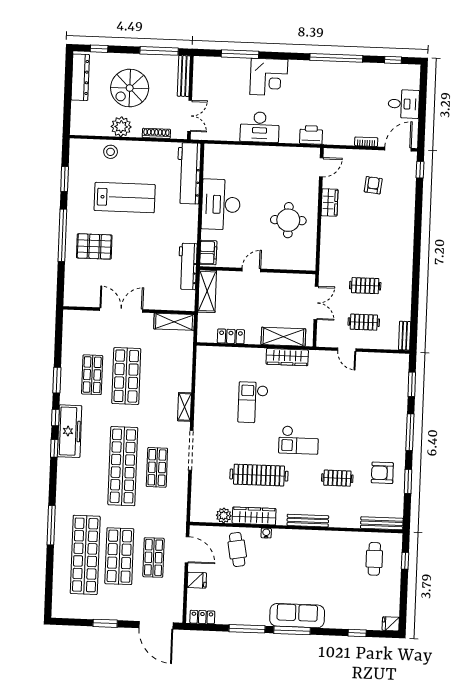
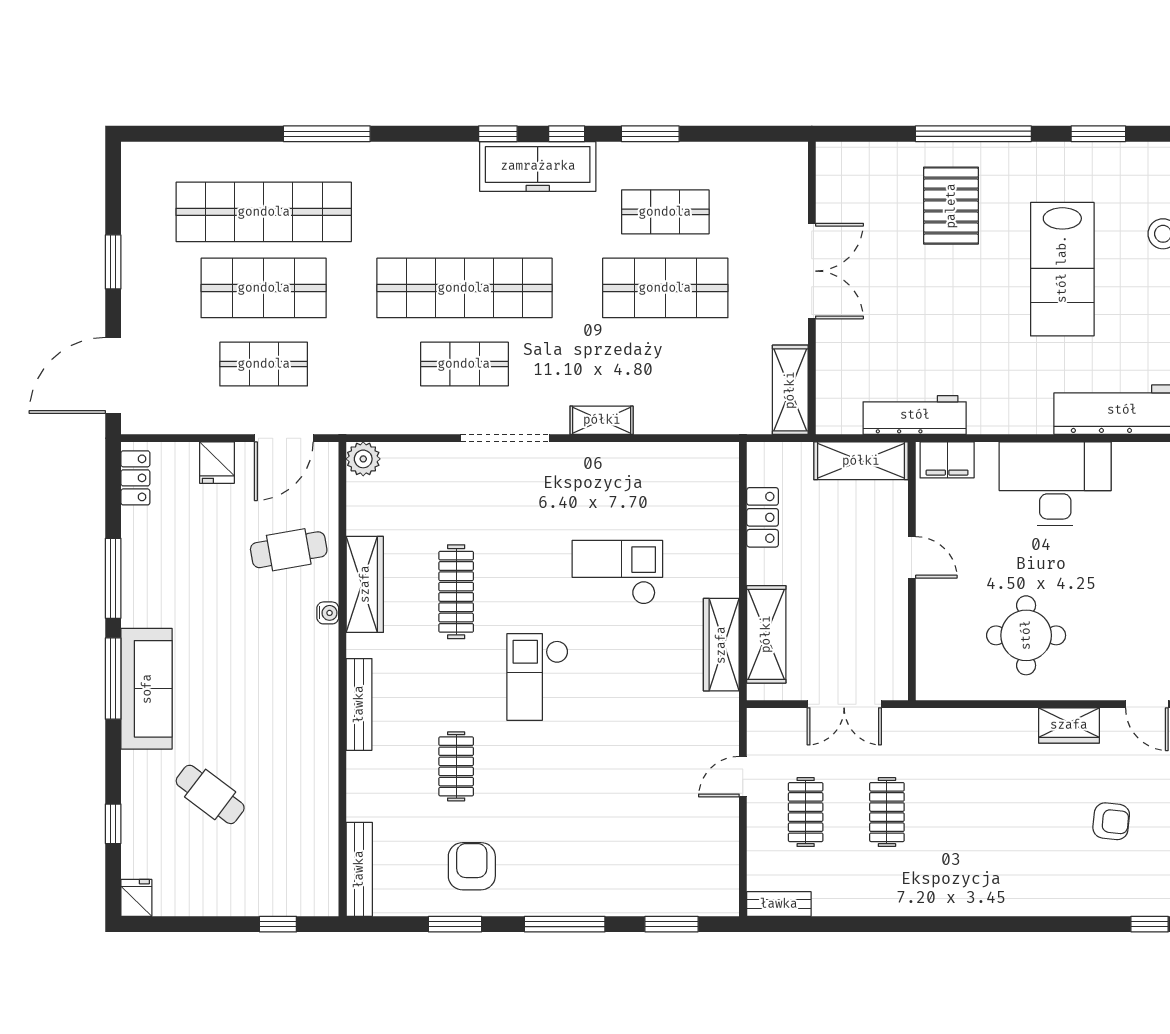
clothes rail: (259, 475) -> (456, 592), width x0.73, depth x0.76
plant: (224, 515) -> (363, 459), moved
cafe table: (374, 559) -> (210, 794), moved, turned 37

